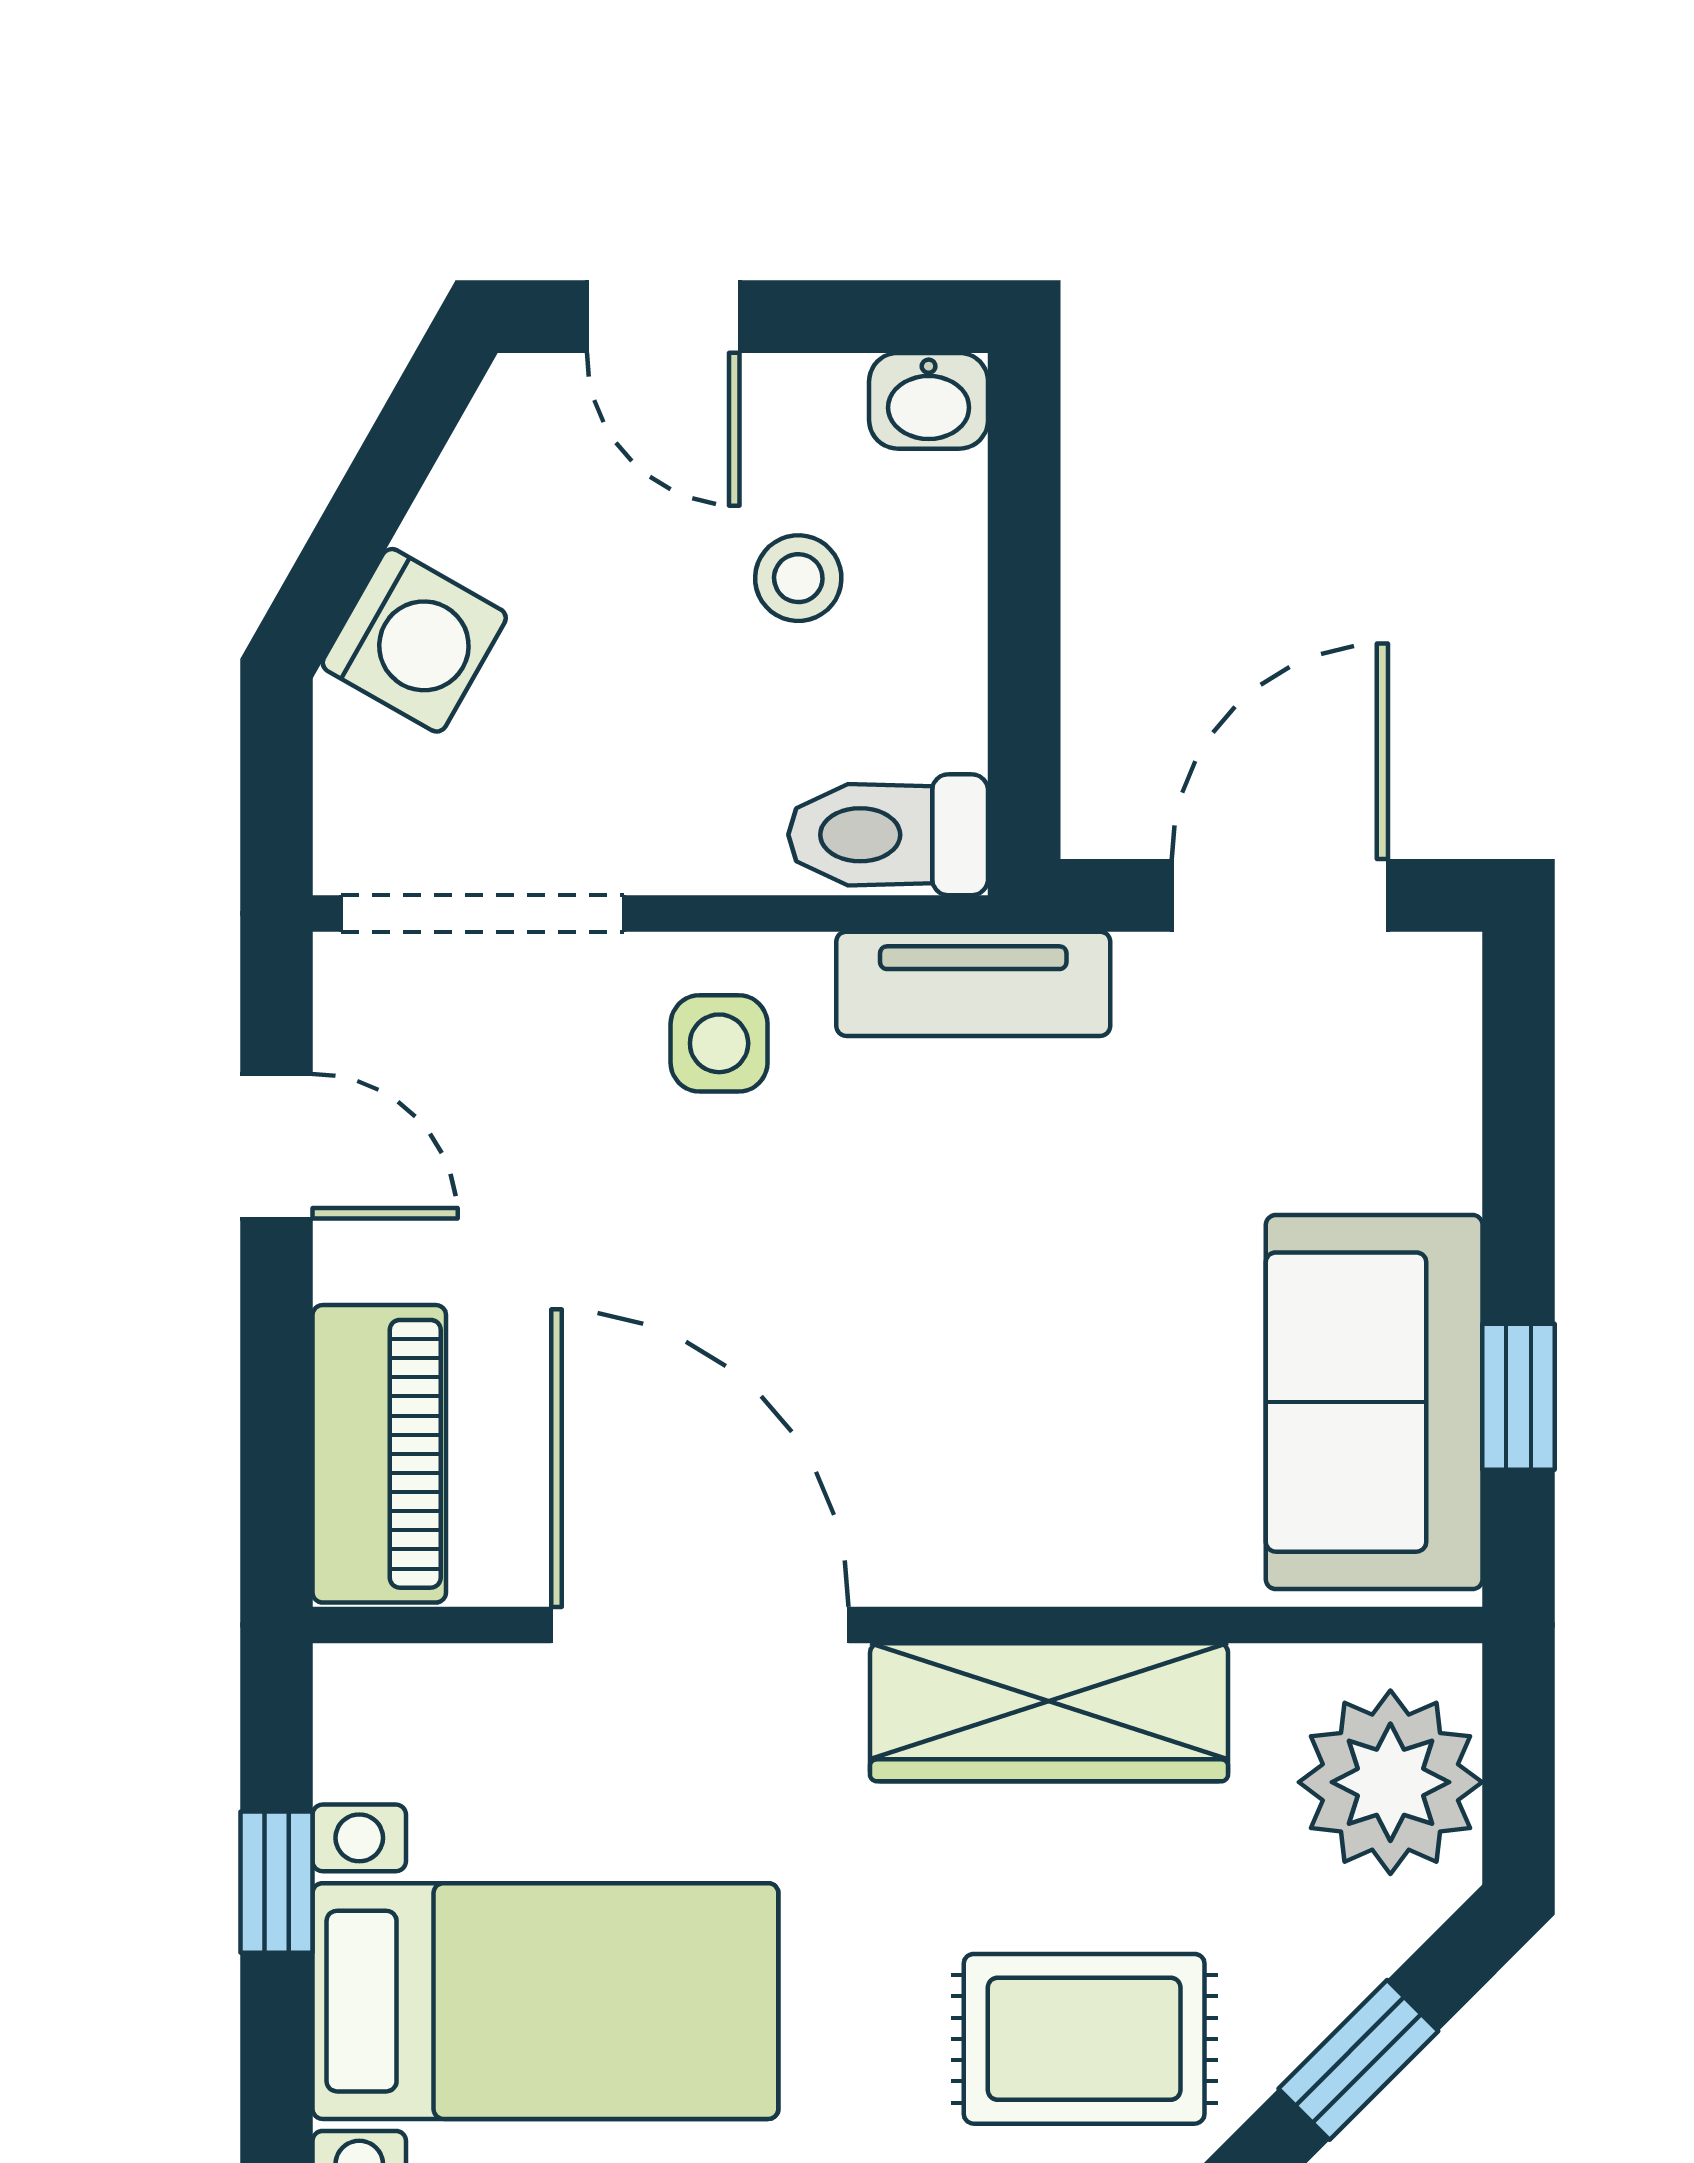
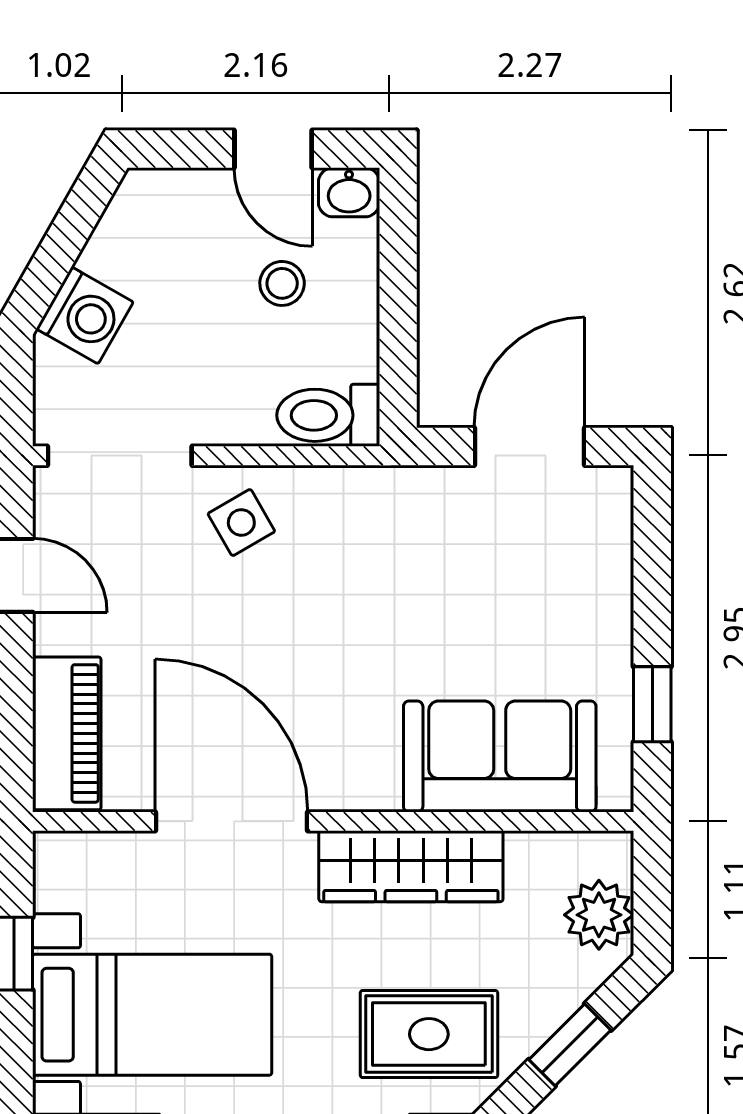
door: (663, 317) -> (273, 149), moved
tv unit: (973, 984) -> (372, 492), removed
side table: (719, 1043) -> (241, 523), turned -30
sofa: (1374, 1402) -> (500, 756), moved, turned 90
plant: (1390, 1782) -> (599, 915), width x0.73, depth x0.73

